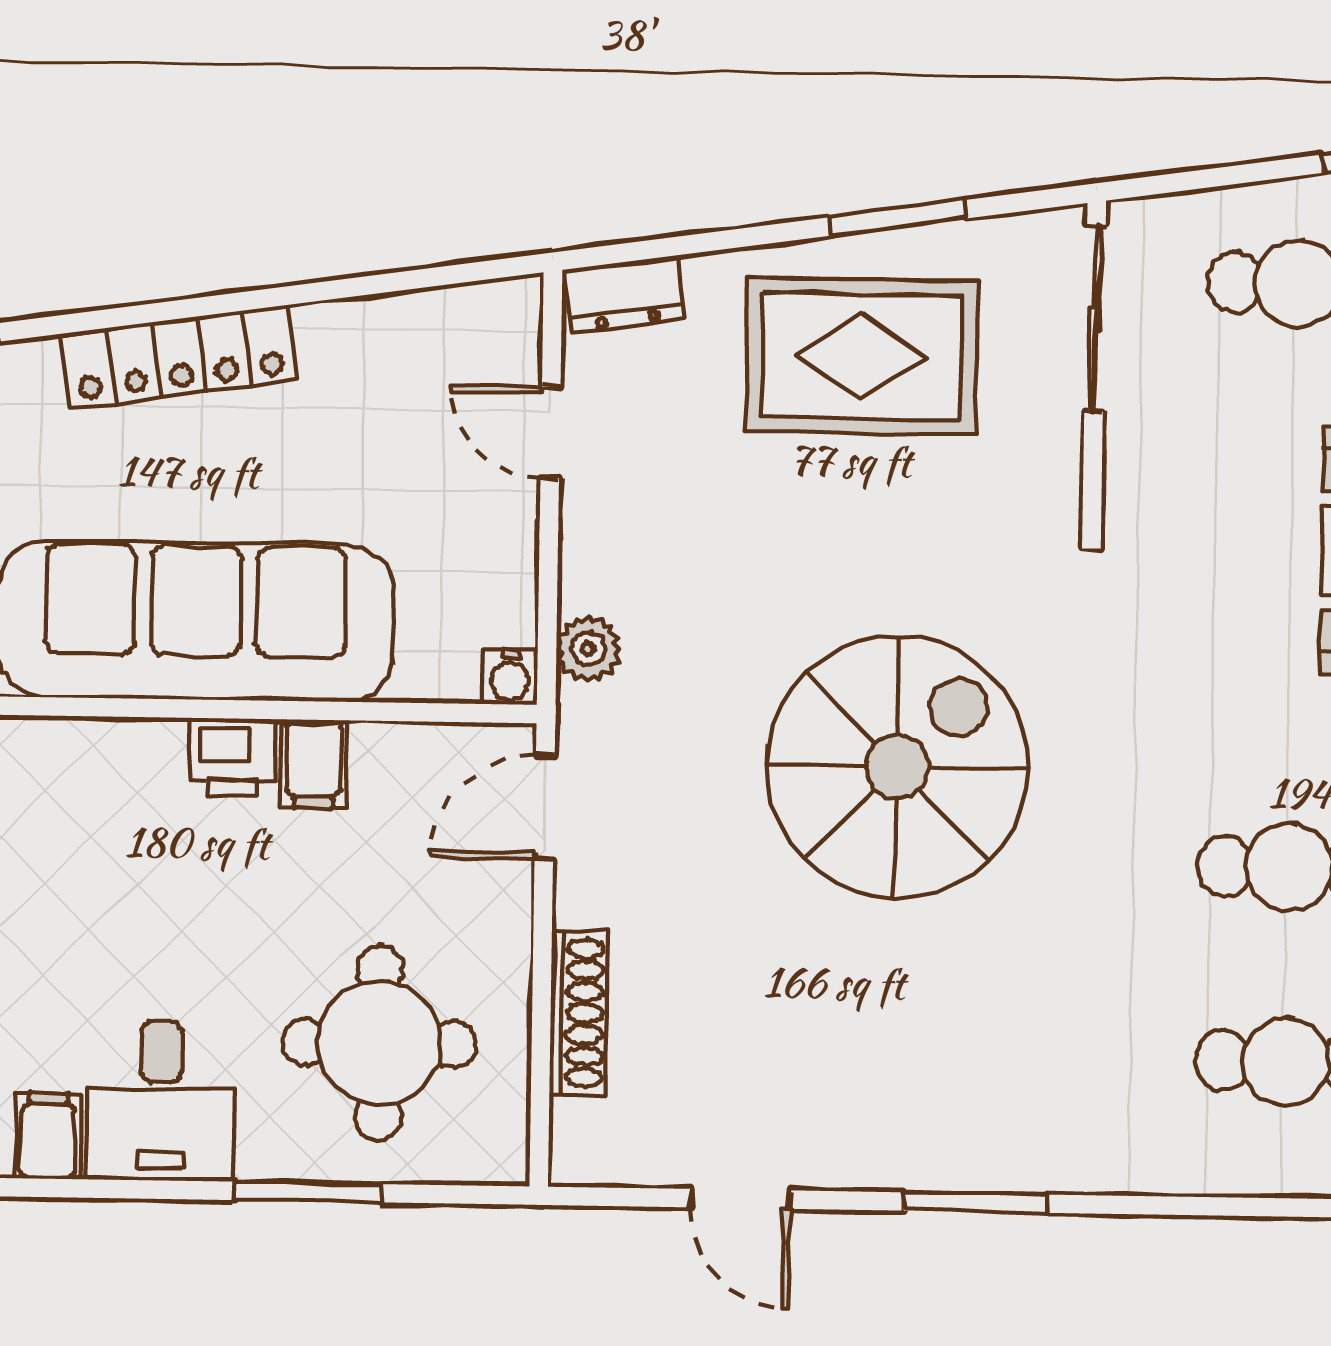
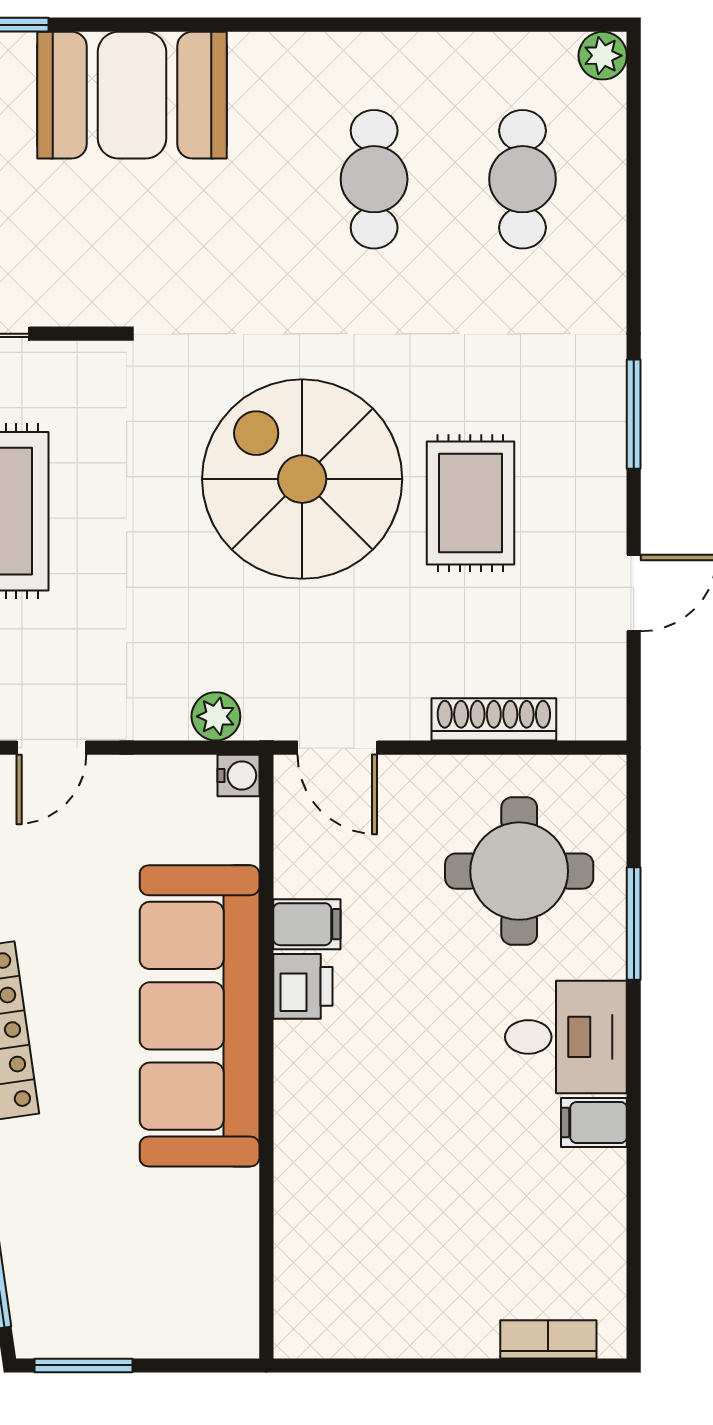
rug: (862, 987) -> (470, 503), added

